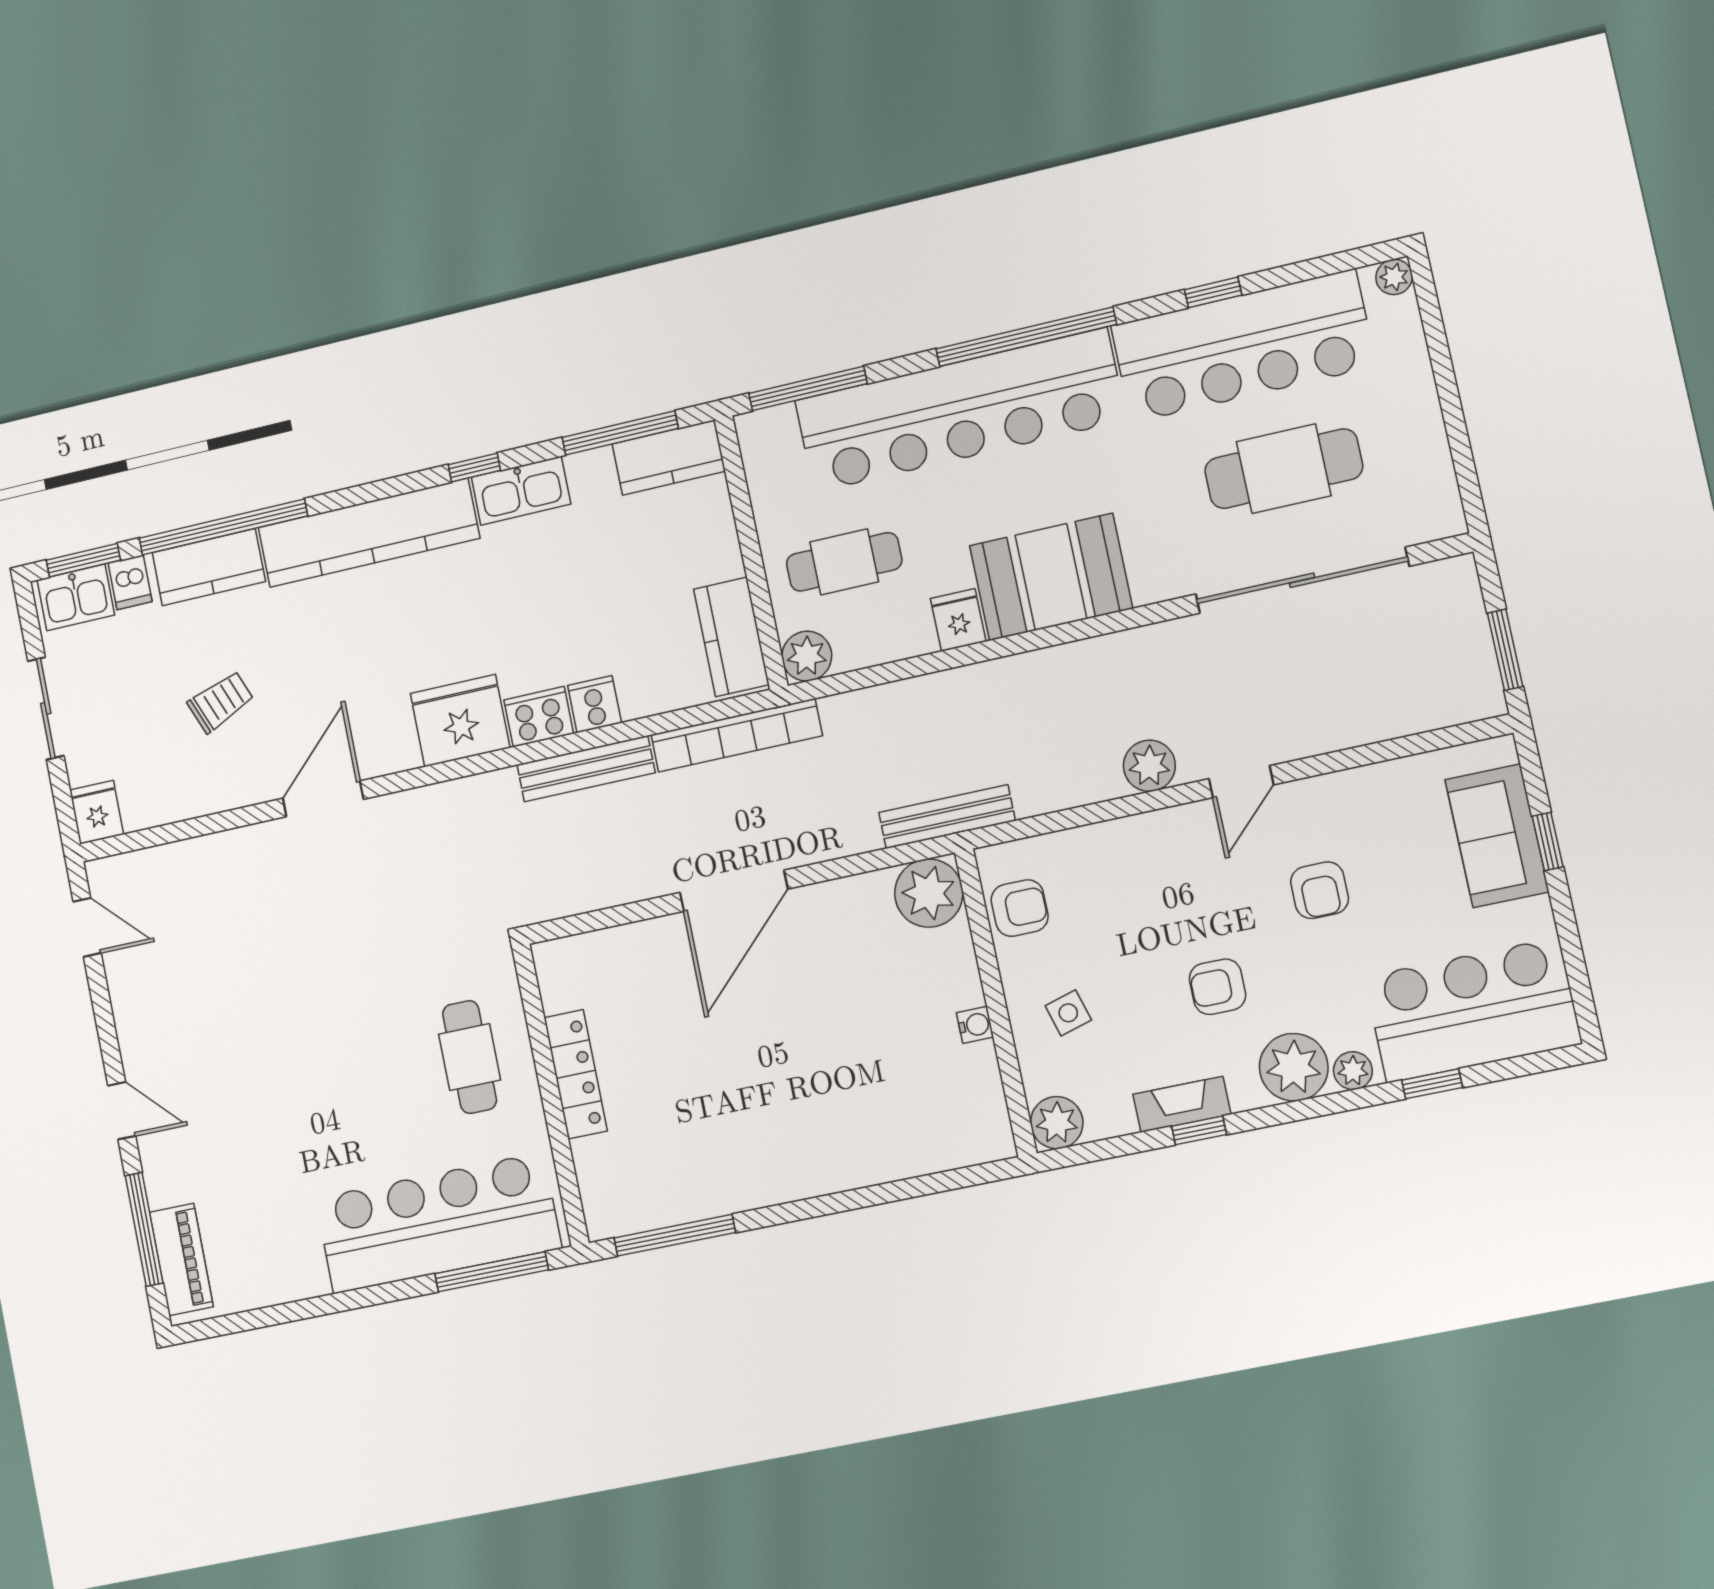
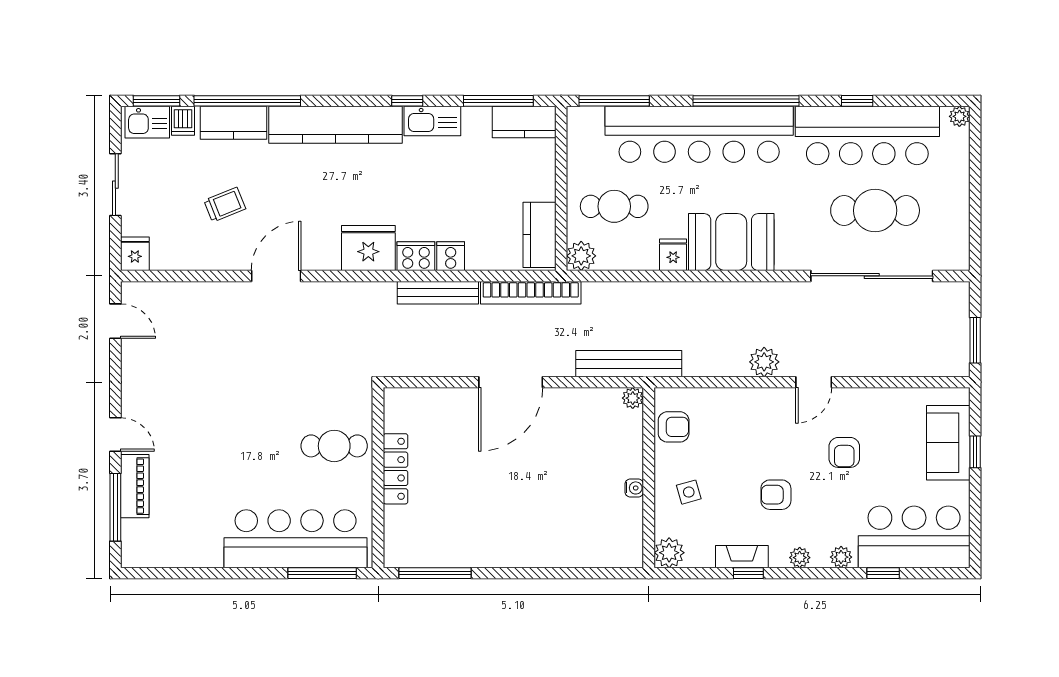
bench: (947, 817) -> (629, 364), width x1.37, depth x1.21
plant: (929, 893) -> (633, 398), width x0.53, depth x0.53
cafe table: (470, 1057) -> (334, 446), turned 90
plant: (1294, 1067) -> (800, 558), width x0.53, depth x0.53
piano: (181, 1259) -> (135, 486), moved

